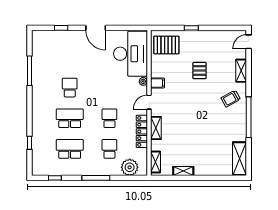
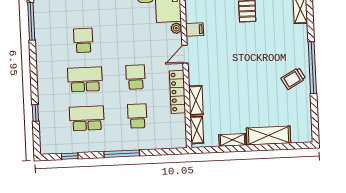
trolley: (231, 99) -> (293, 78), moved
shelving: (156, 128) -> (196, 100), moved
shelving: (240, 159) -> (268, 136), moved, turned 90
plant: (130, 167) -> (164, 138), removed

